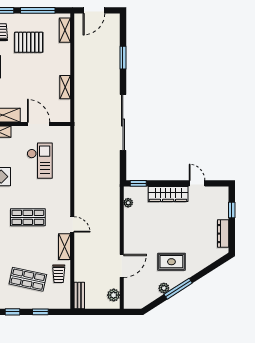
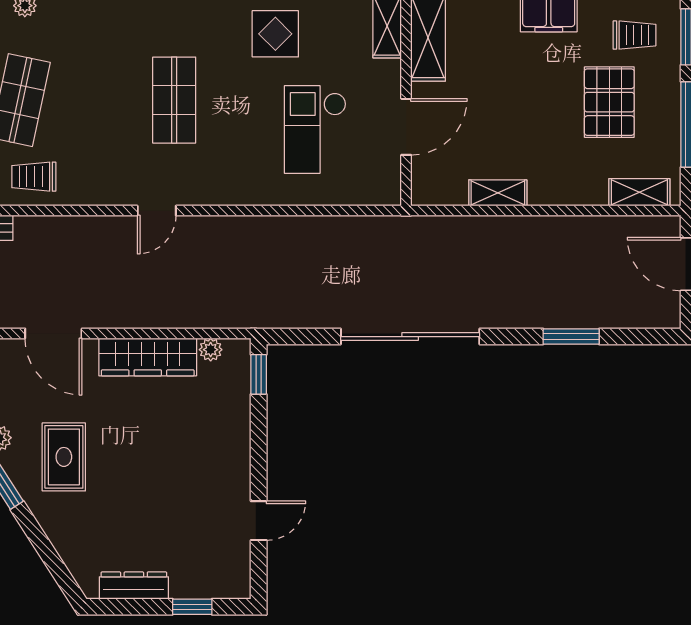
checkout: (40, 161) -> (315, 129), turned 90
wardrobe: (168, 194) -> (148, 357), moved, turned -90
shelving: (65, 247) -> (101, 191), removed

